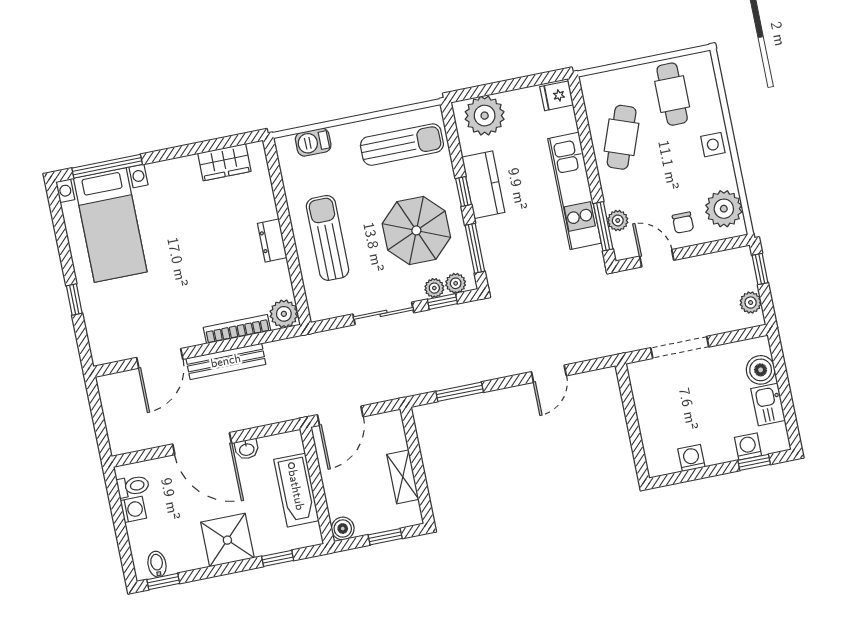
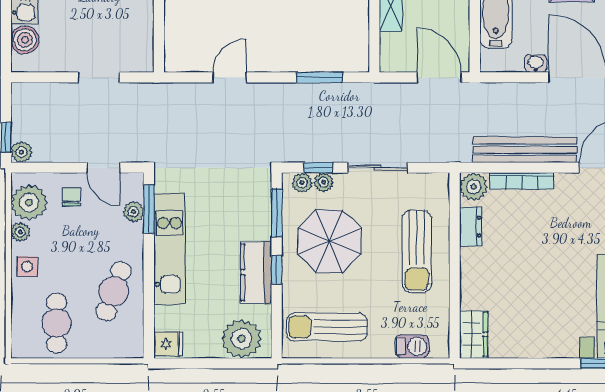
wardrobe: (224, 162) -> (474, 334), moved, turned 90
plant: (726, 177) -> (20, 232), added
dresser: (272, 241) -> (471, 227), moved
plant: (751, 303) -> (21, 152), moved
doorway: (680, 347) -> (98, 77), width x0.73
bench: (226, 361) -> (525, 150), width x1.37, depth x1.21
door: (340, 416) -> (439, 77), hinge flipped

